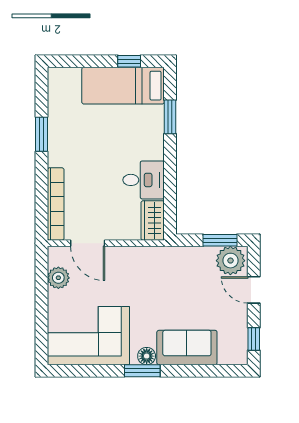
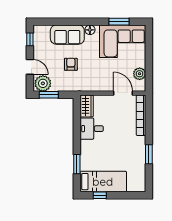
armchair: (181, 295) -> (71, 64), added
window: (142, 371) -> (119, 22), moved

